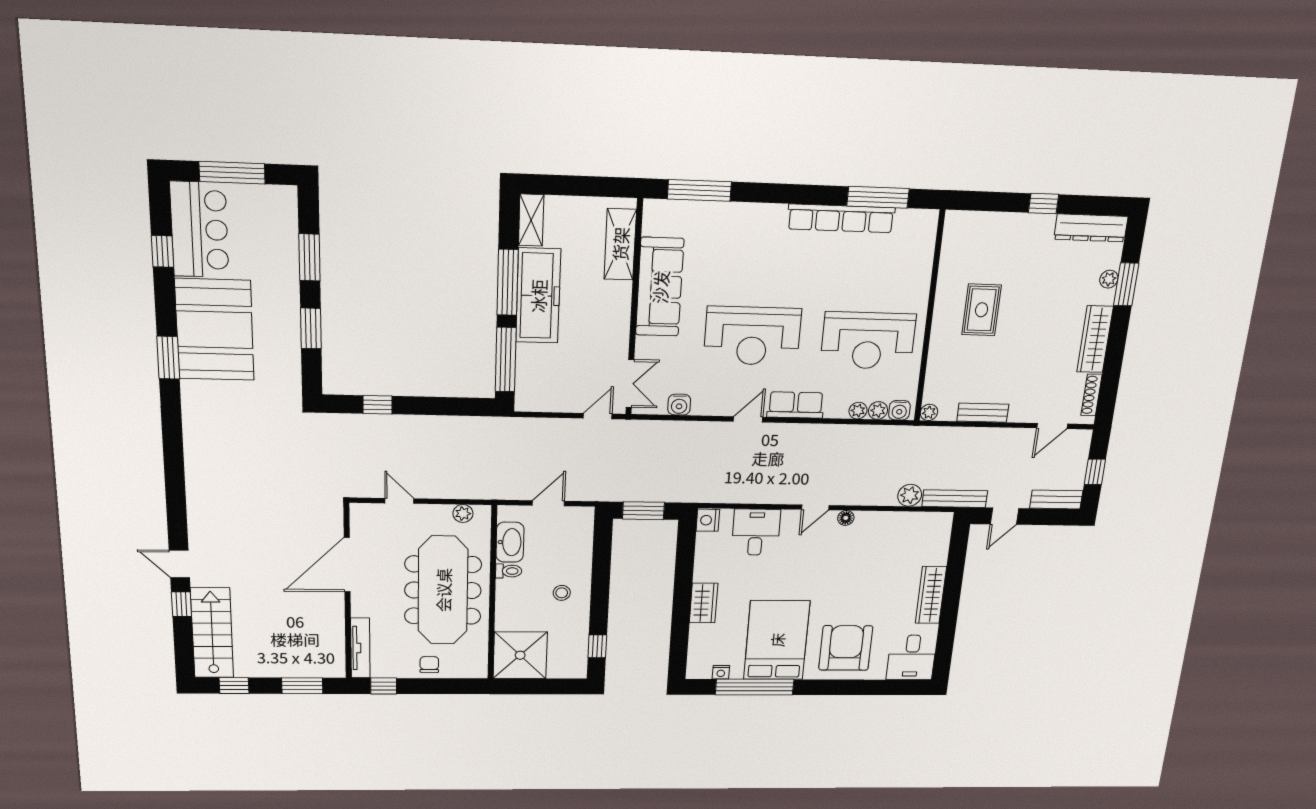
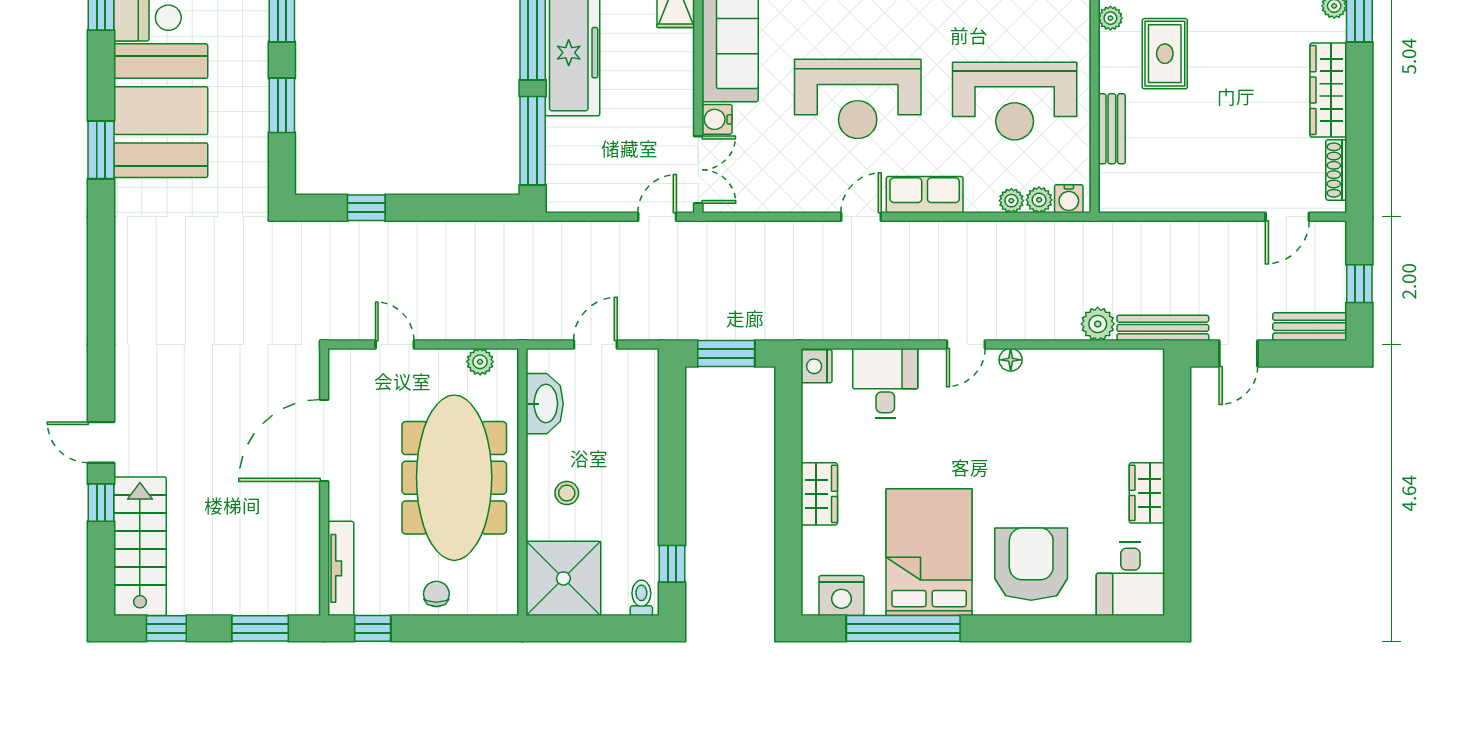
water cooler: (679, 405) -> (717, 119), moved, turned 90
plant: (929, 412) -> (1110, 18), moved
bench: (983, 413) -> (1112, 129), moved, turned 90
toilet: (509, 571) -> (641, 598), moved, turned -90
stool: (562, 593) -> (567, 493), moved
wardrobe: (931, 595) -> (1147, 493), width x0.67
nightstand: (721, 672) -> (841, 596), width x1.89, depth x1.79

